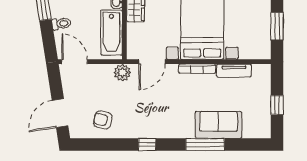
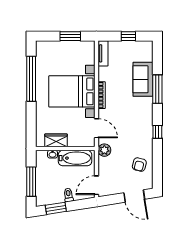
tv unit: (234, 71) -> (103, 53), moved

